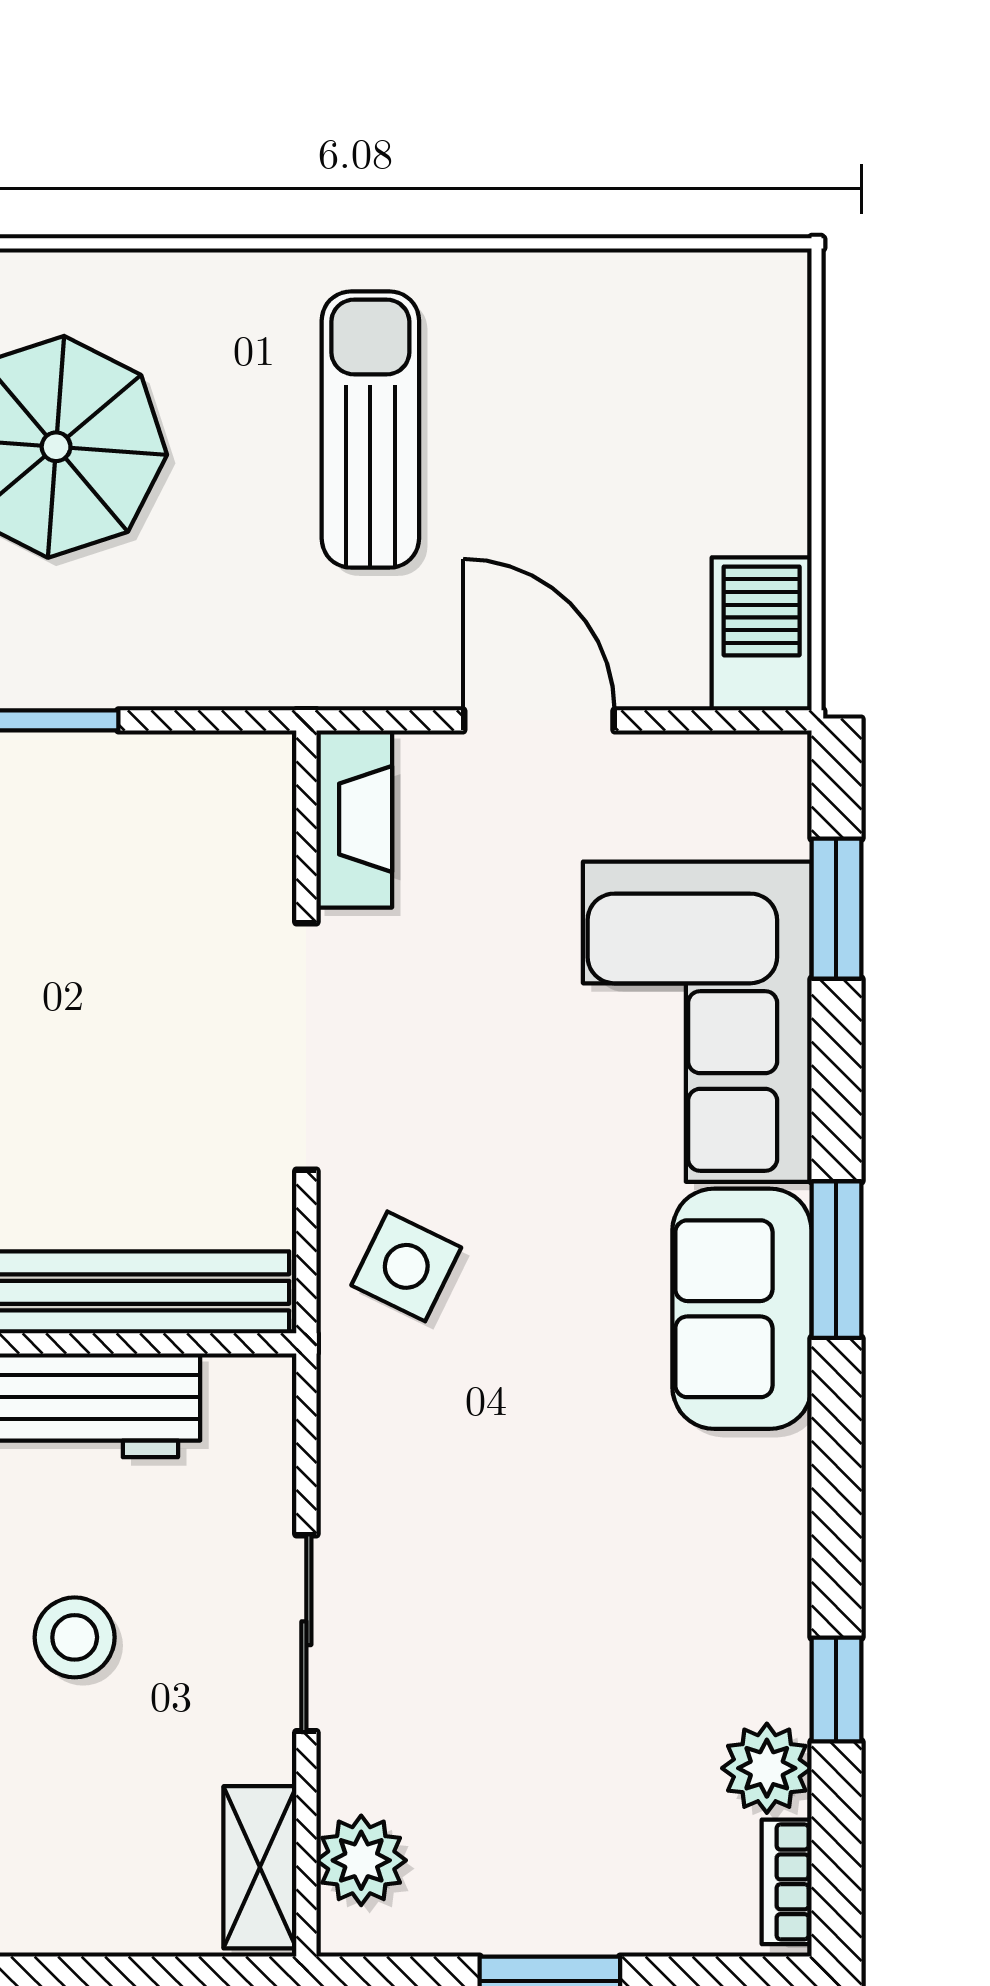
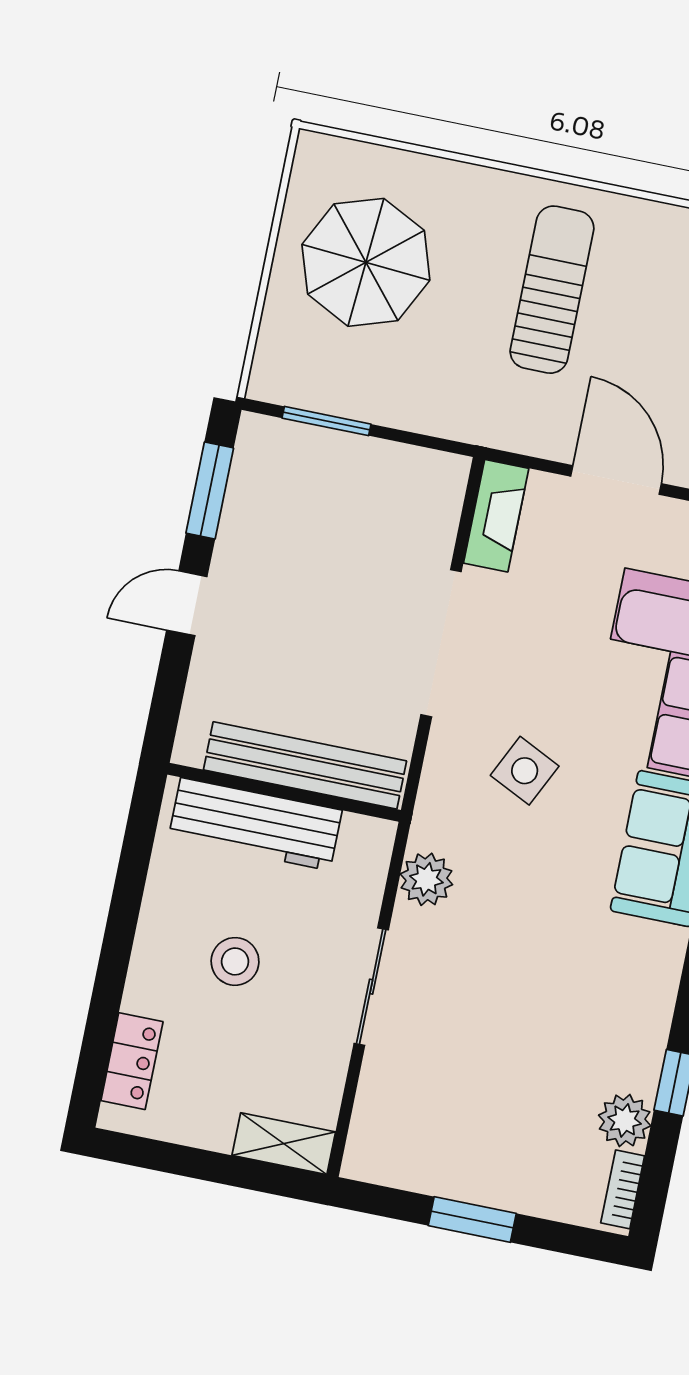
side table: (406, 1266) -> (525, 771), moved
plant: (361, 1860) -> (426, 879), moved
shelving: (260, 1867) -> (284, 1144), moved, turned 90

